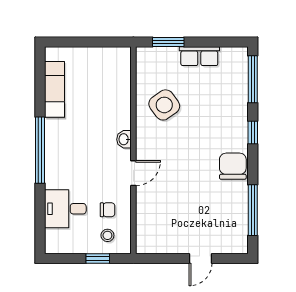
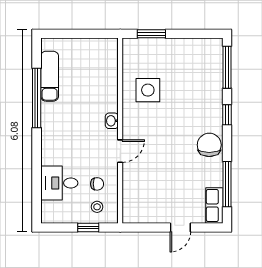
row of seats: (199, 56) -> (214, 205), moved, turned 90
side table: (164, 105) -> (148, 90), turned 36
window: (40, 150) -> (37, 98), moved

